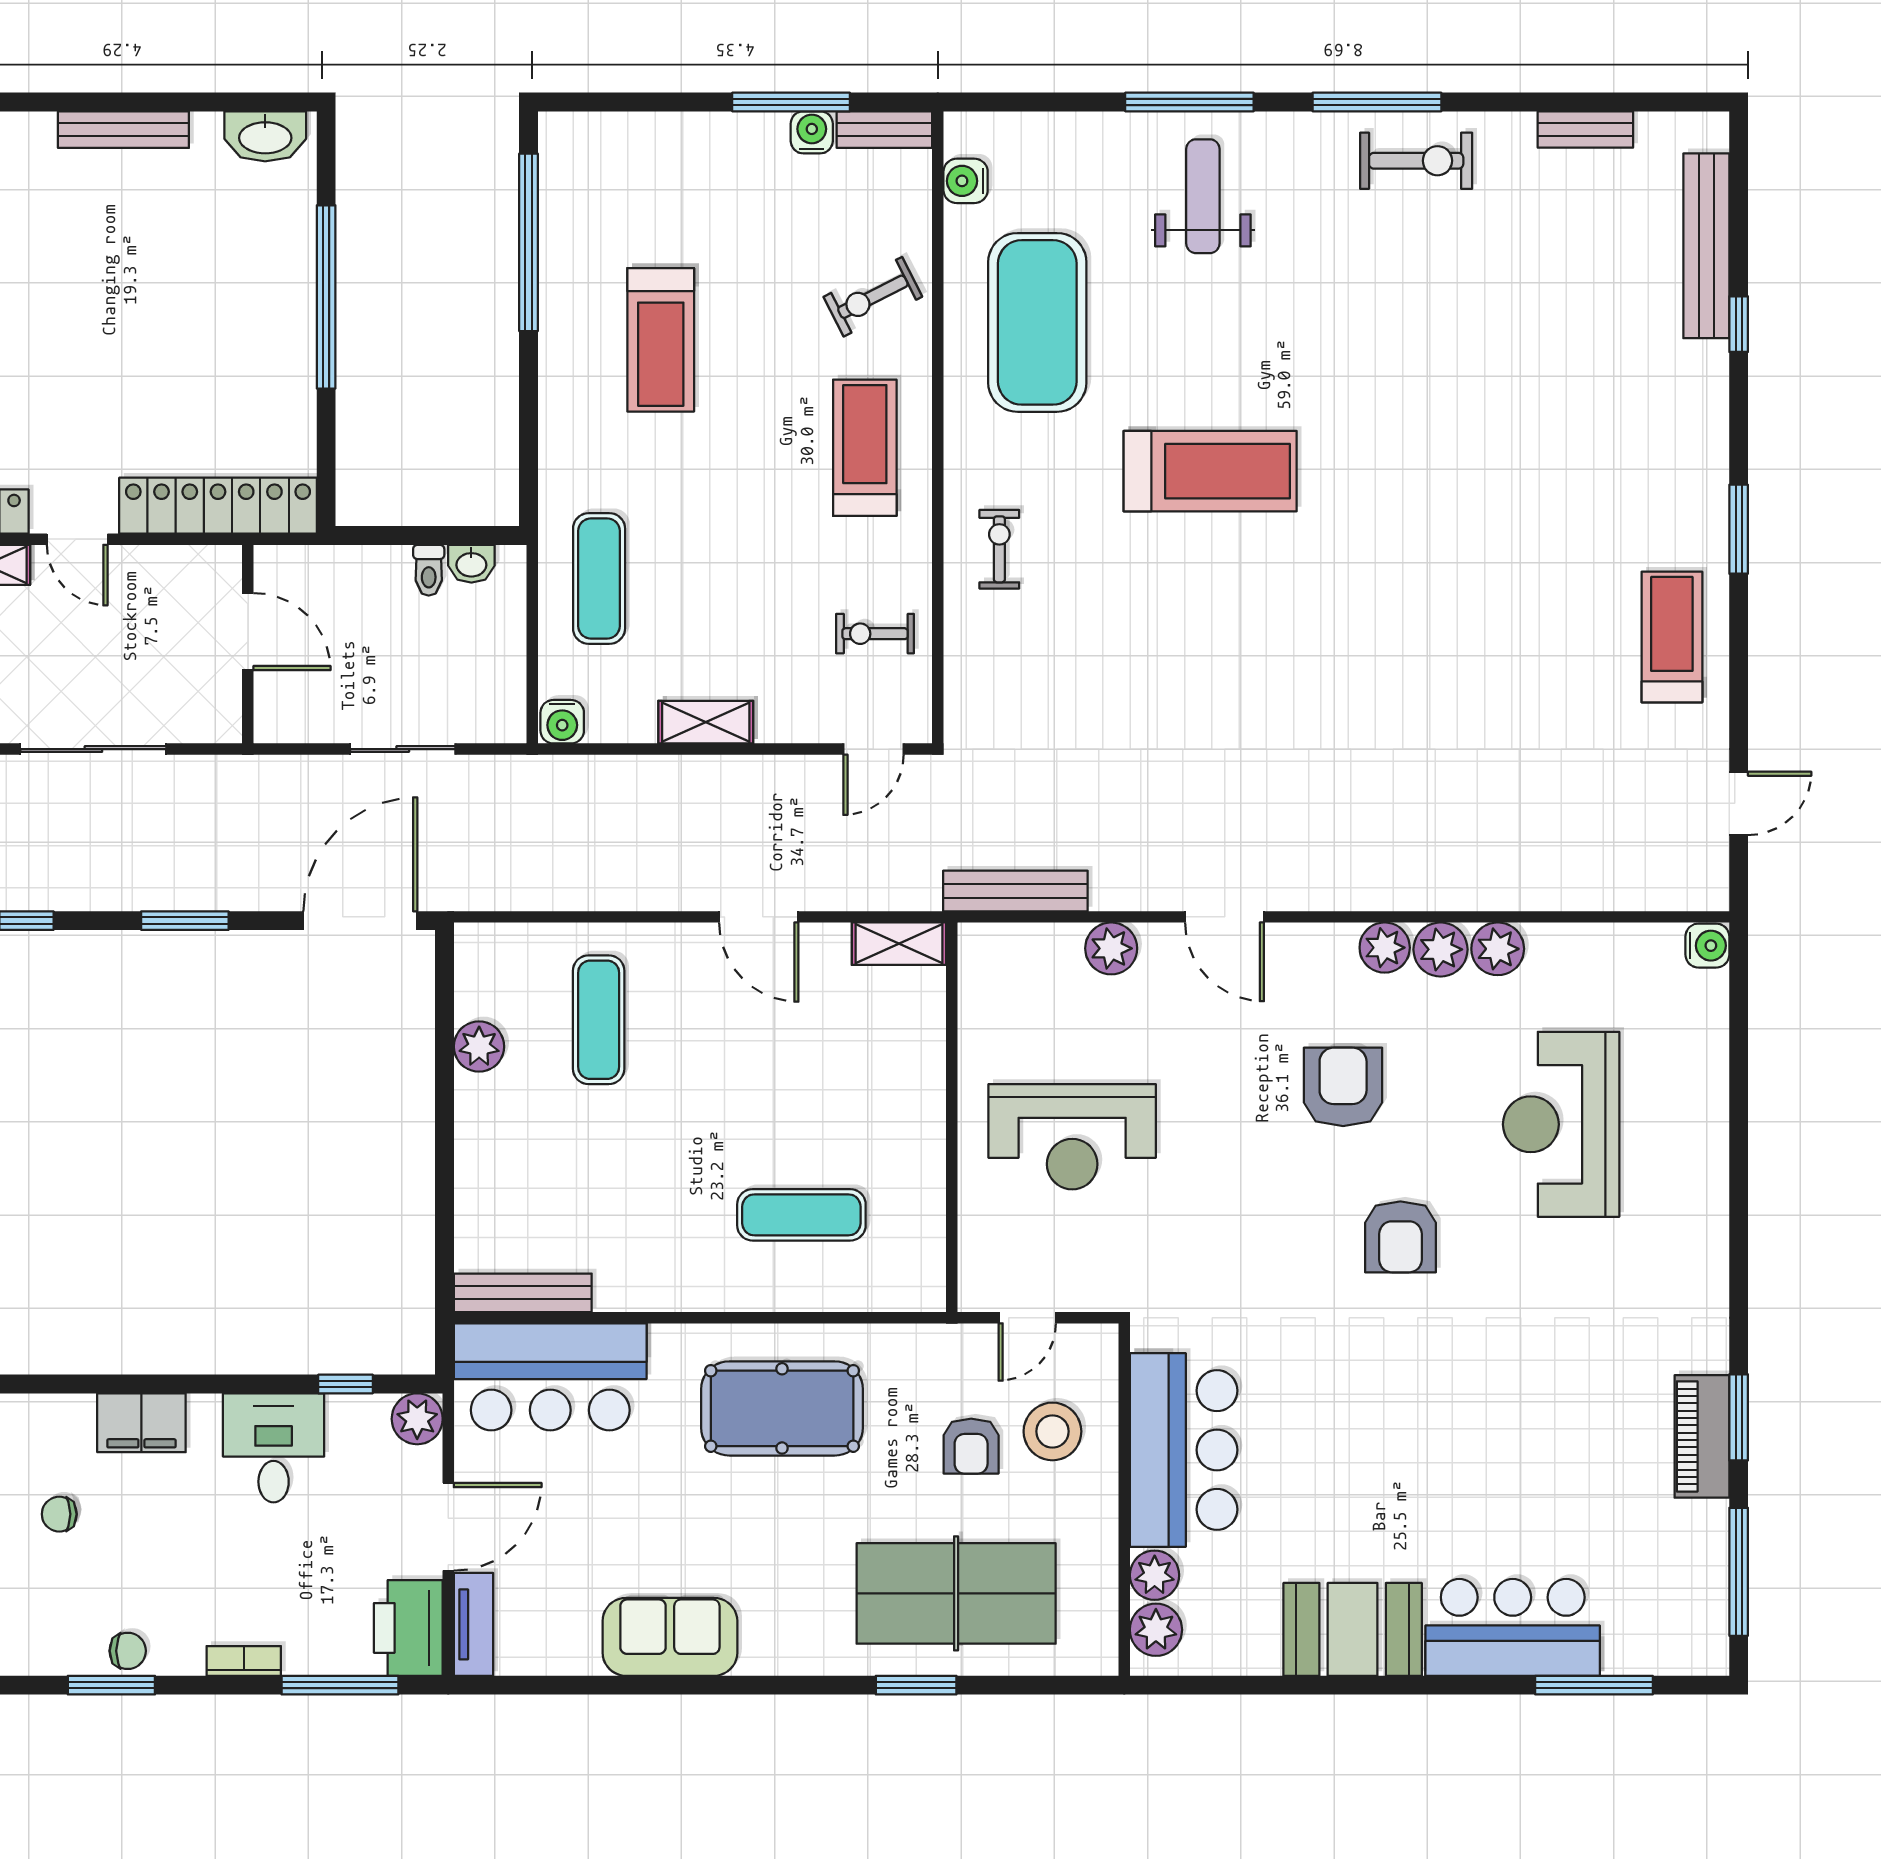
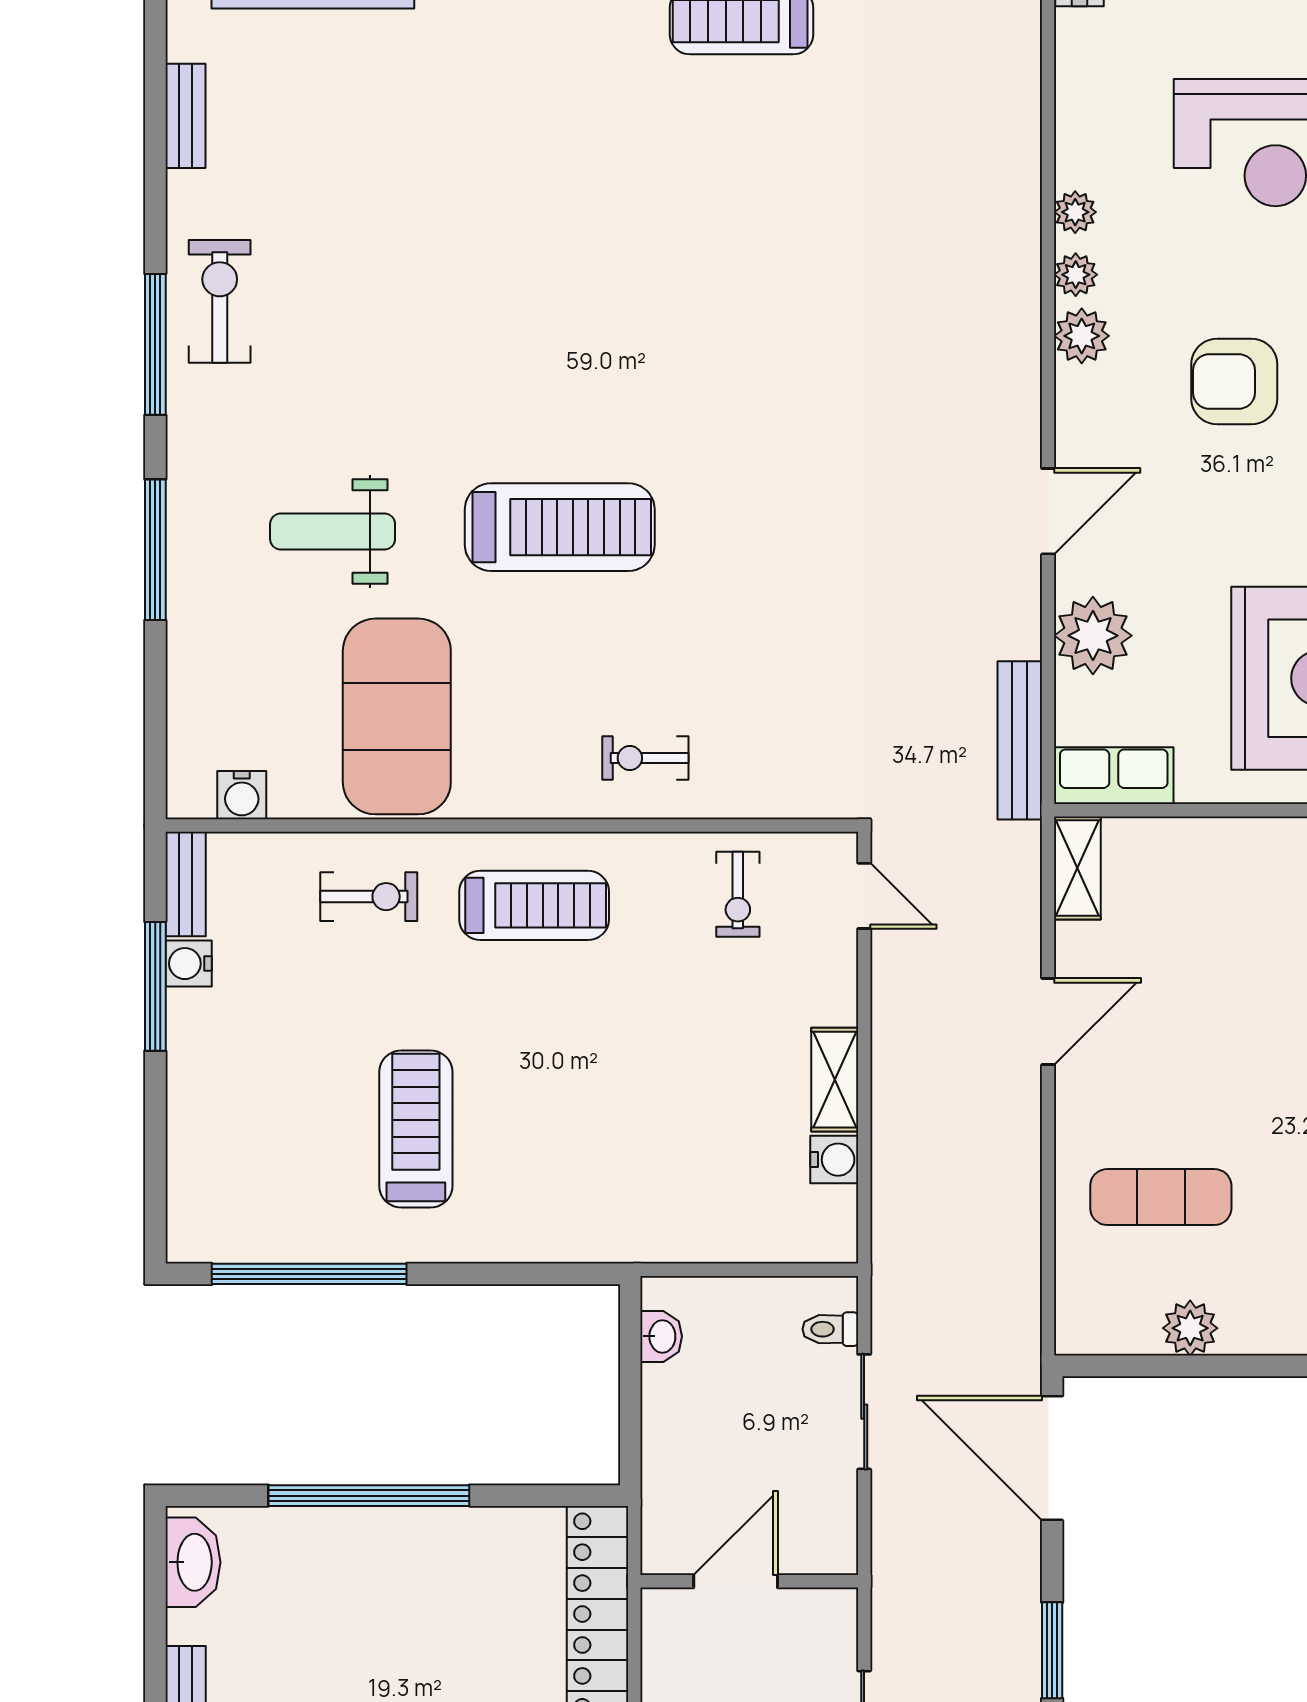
weight bench: (1203, 196) -> (333, 532), moved
exercise bike: (873, 297) -> (369, 897), turned -63
exercise mat: (1037, 322) -> (397, 716), turned 90
treadmill: (661, 340) -> (416, 1129), turned -90
treadmill: (865, 448) -> (534, 905), turned 180
treadmill: (1210, 471) -> (560, 527), turned 90
toilet: (429, 570) -> (830, 1329), moved, turned 180
exercise mat: (599, 578) -> (677, 1197), removed
water cooler: (562, 722) -> (834, 1160), moved
plant: (1111, 948) -> (1093, 636), width x1.36, depth x1.36
plant: (1441, 949) -> (1076, 275), width x0.73, depth x0.73
plant: (1498, 949) -> (1075, 212), width x0.73, depth x0.73
row of seats: (983, 977) -> (1114, 776), added

